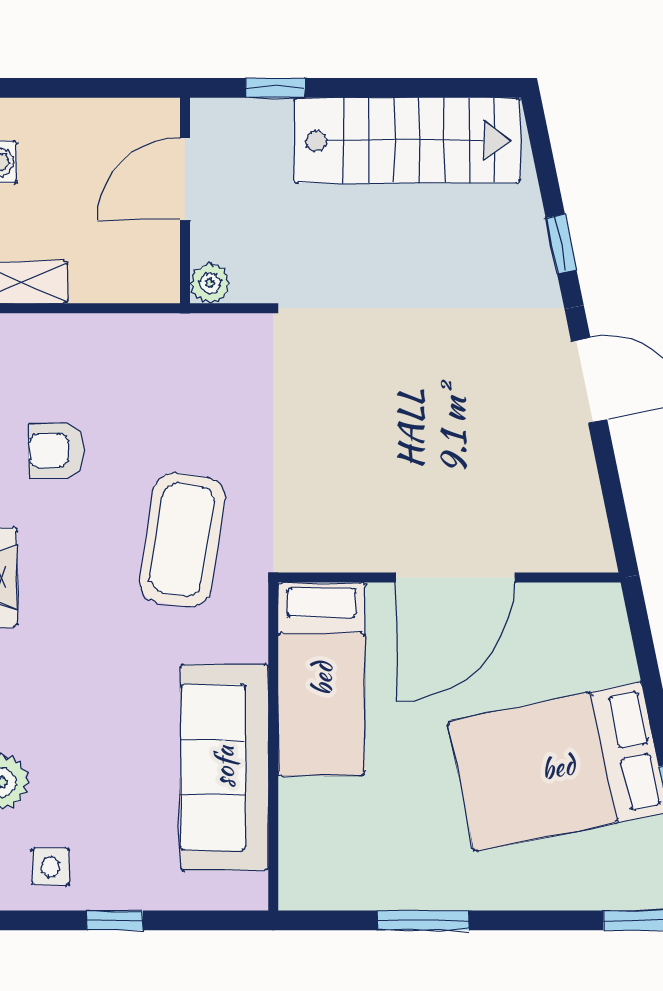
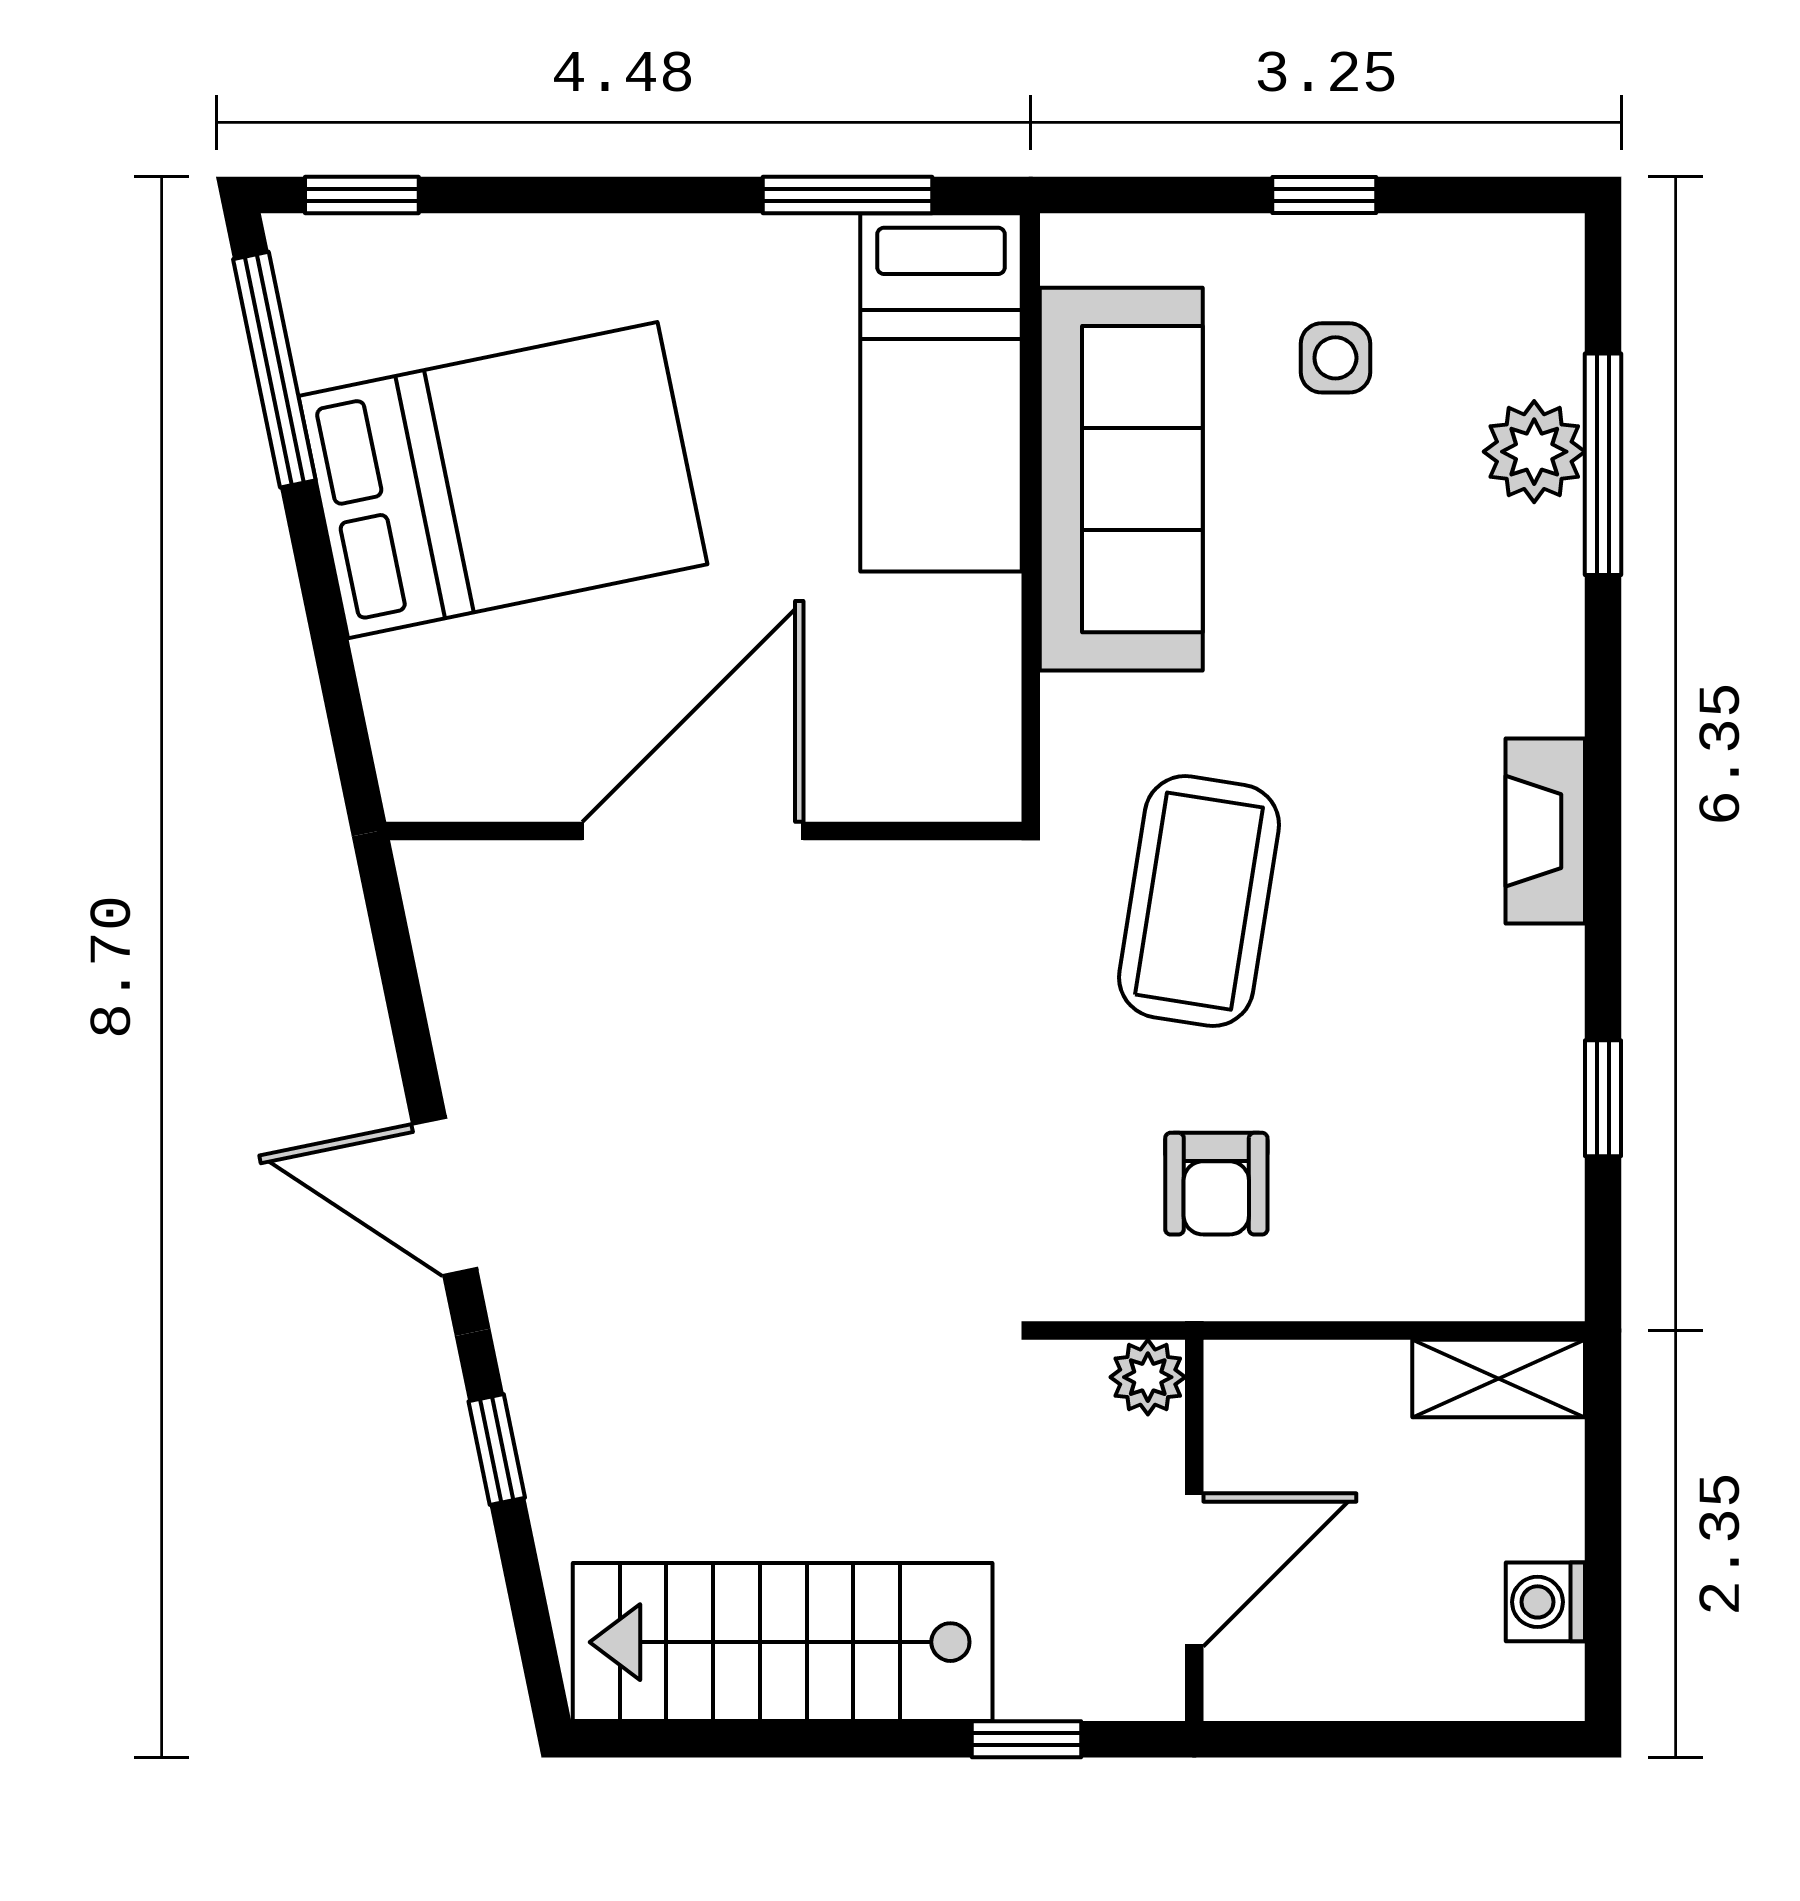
armchair: (56, 451) -> (1216, 1184), moved, turned 90
bed: (322, 679) -> (941, 392), moved, turned 180
side table: (50, 867) -> (1335, 358), moved
window: (423, 920) -> (847, 195), moved

